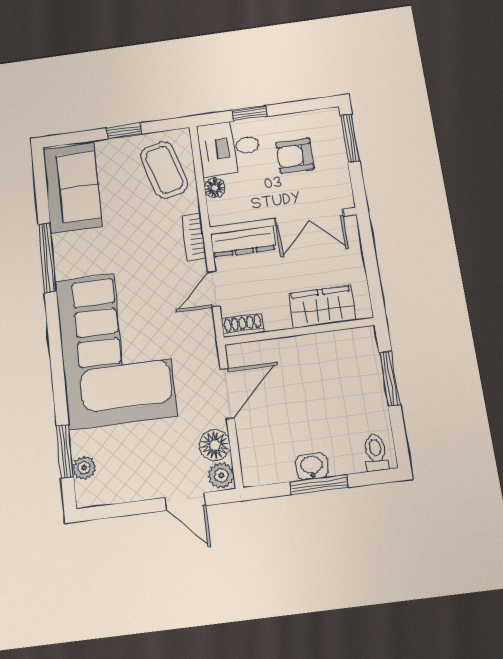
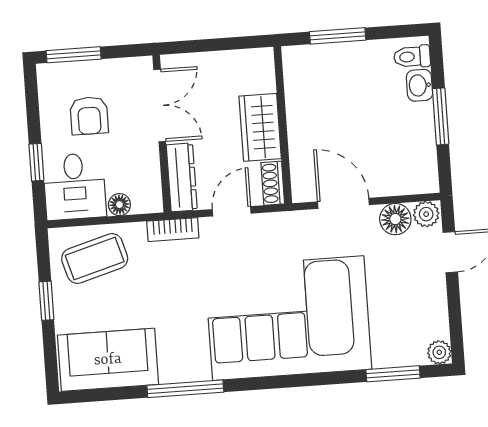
door: (214, 289) -> (232, 211), swing flipped
wardrobe: (322, 307) -> (260, 127), moved
washbasin: (312, 466) -> (419, 85), moved
plant: (84, 468) -> (439, 352), moved

